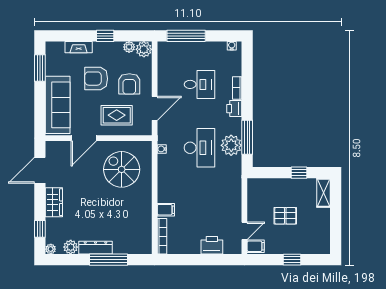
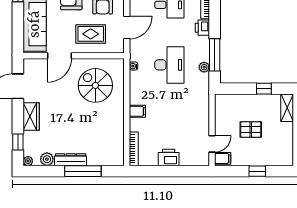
plant: (231, 145) -> (204, 67), width x0.53, depth x0.53
filing cabinet: (166, 210) -> (137, 111), moved
printer: (212, 245) -> (169, 158), moved

